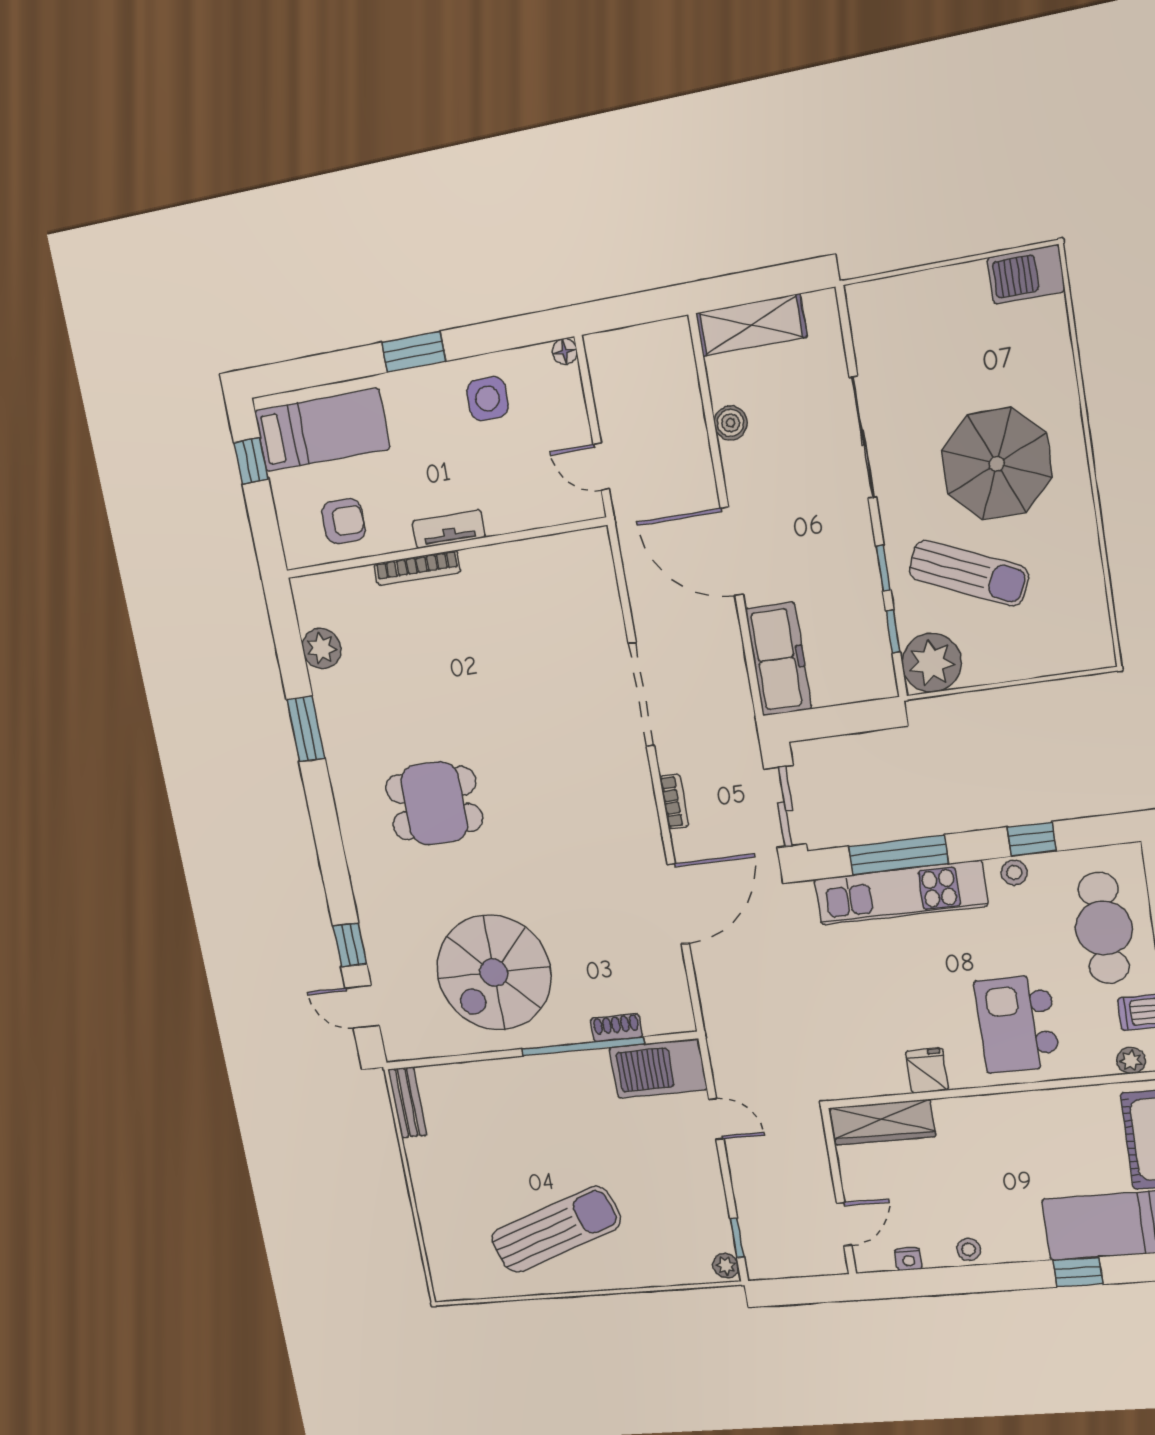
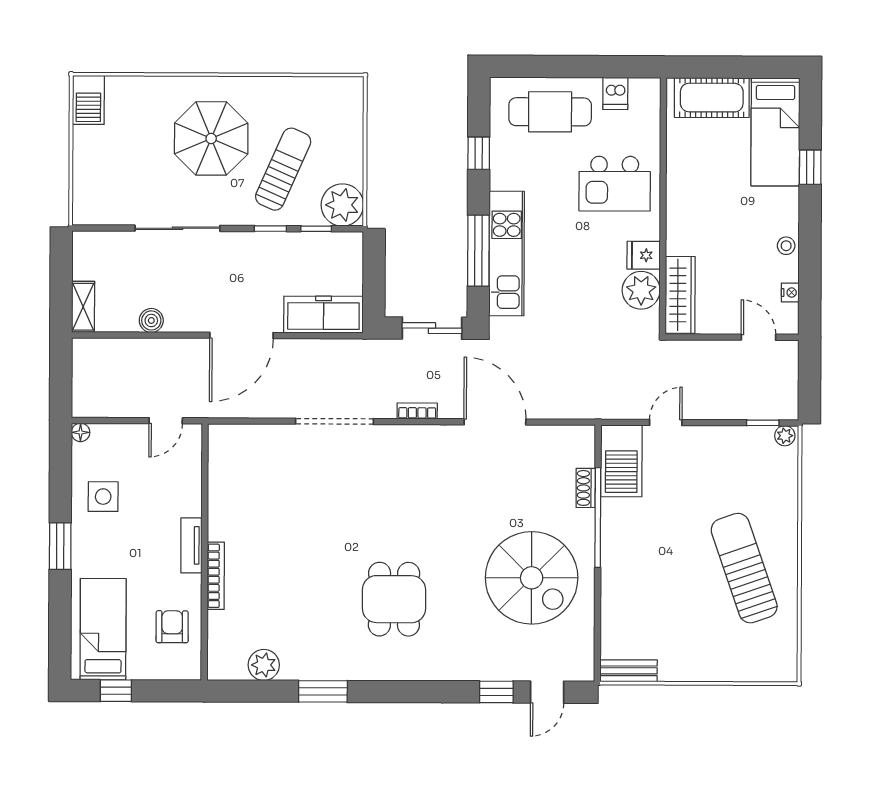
shelving: (751, 325) -> (83, 307), width x0.67, depth x0.75
stool: (1014, 872) -> (502, 169), removed
plant: (1131, 1061) -> (641, 290), moved, width x1.88, depth x1.88

